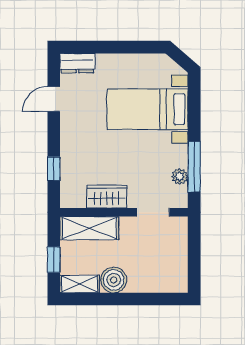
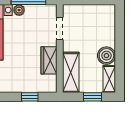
plant: (180, 176) -> (19, 10), moved

